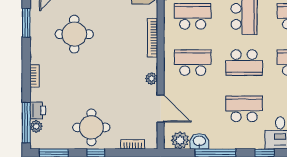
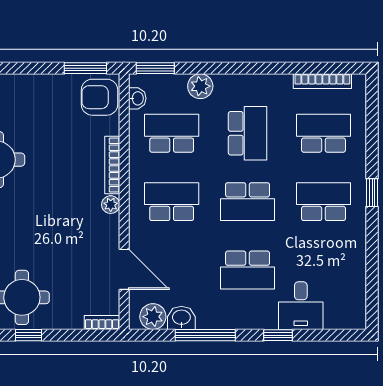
plant: (151, 79) -> (111, 205), moved
school desk: (244, 109) -> (248, 270), turned 180
bookcase: (133, 144) -> (102, 322), moved

